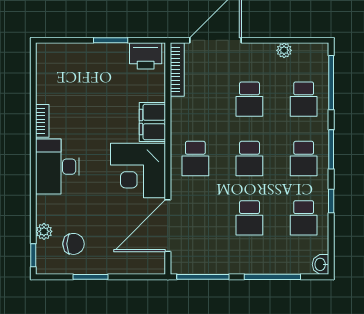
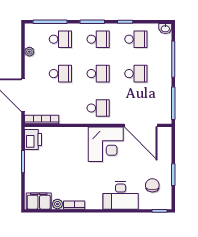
filing cabinet: (152, 122) -> (39, 201), moved, turned 180
desk: (57, 167) -> (121, 196), moved
plant: (44, 231) -> (57, 204), moved

